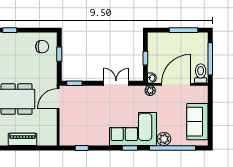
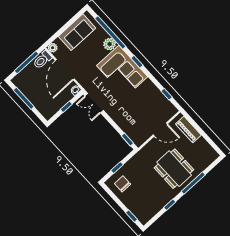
double door: (116, 83) -> (94, 103), moved
door: (176, 84) -> (65, 70), hinge flipped
plant: (150, 91) -> (53, 48), moved
door: (58, 99) -> (160, 129), moved
piano: (23, 139) -> (188, 129), moved

